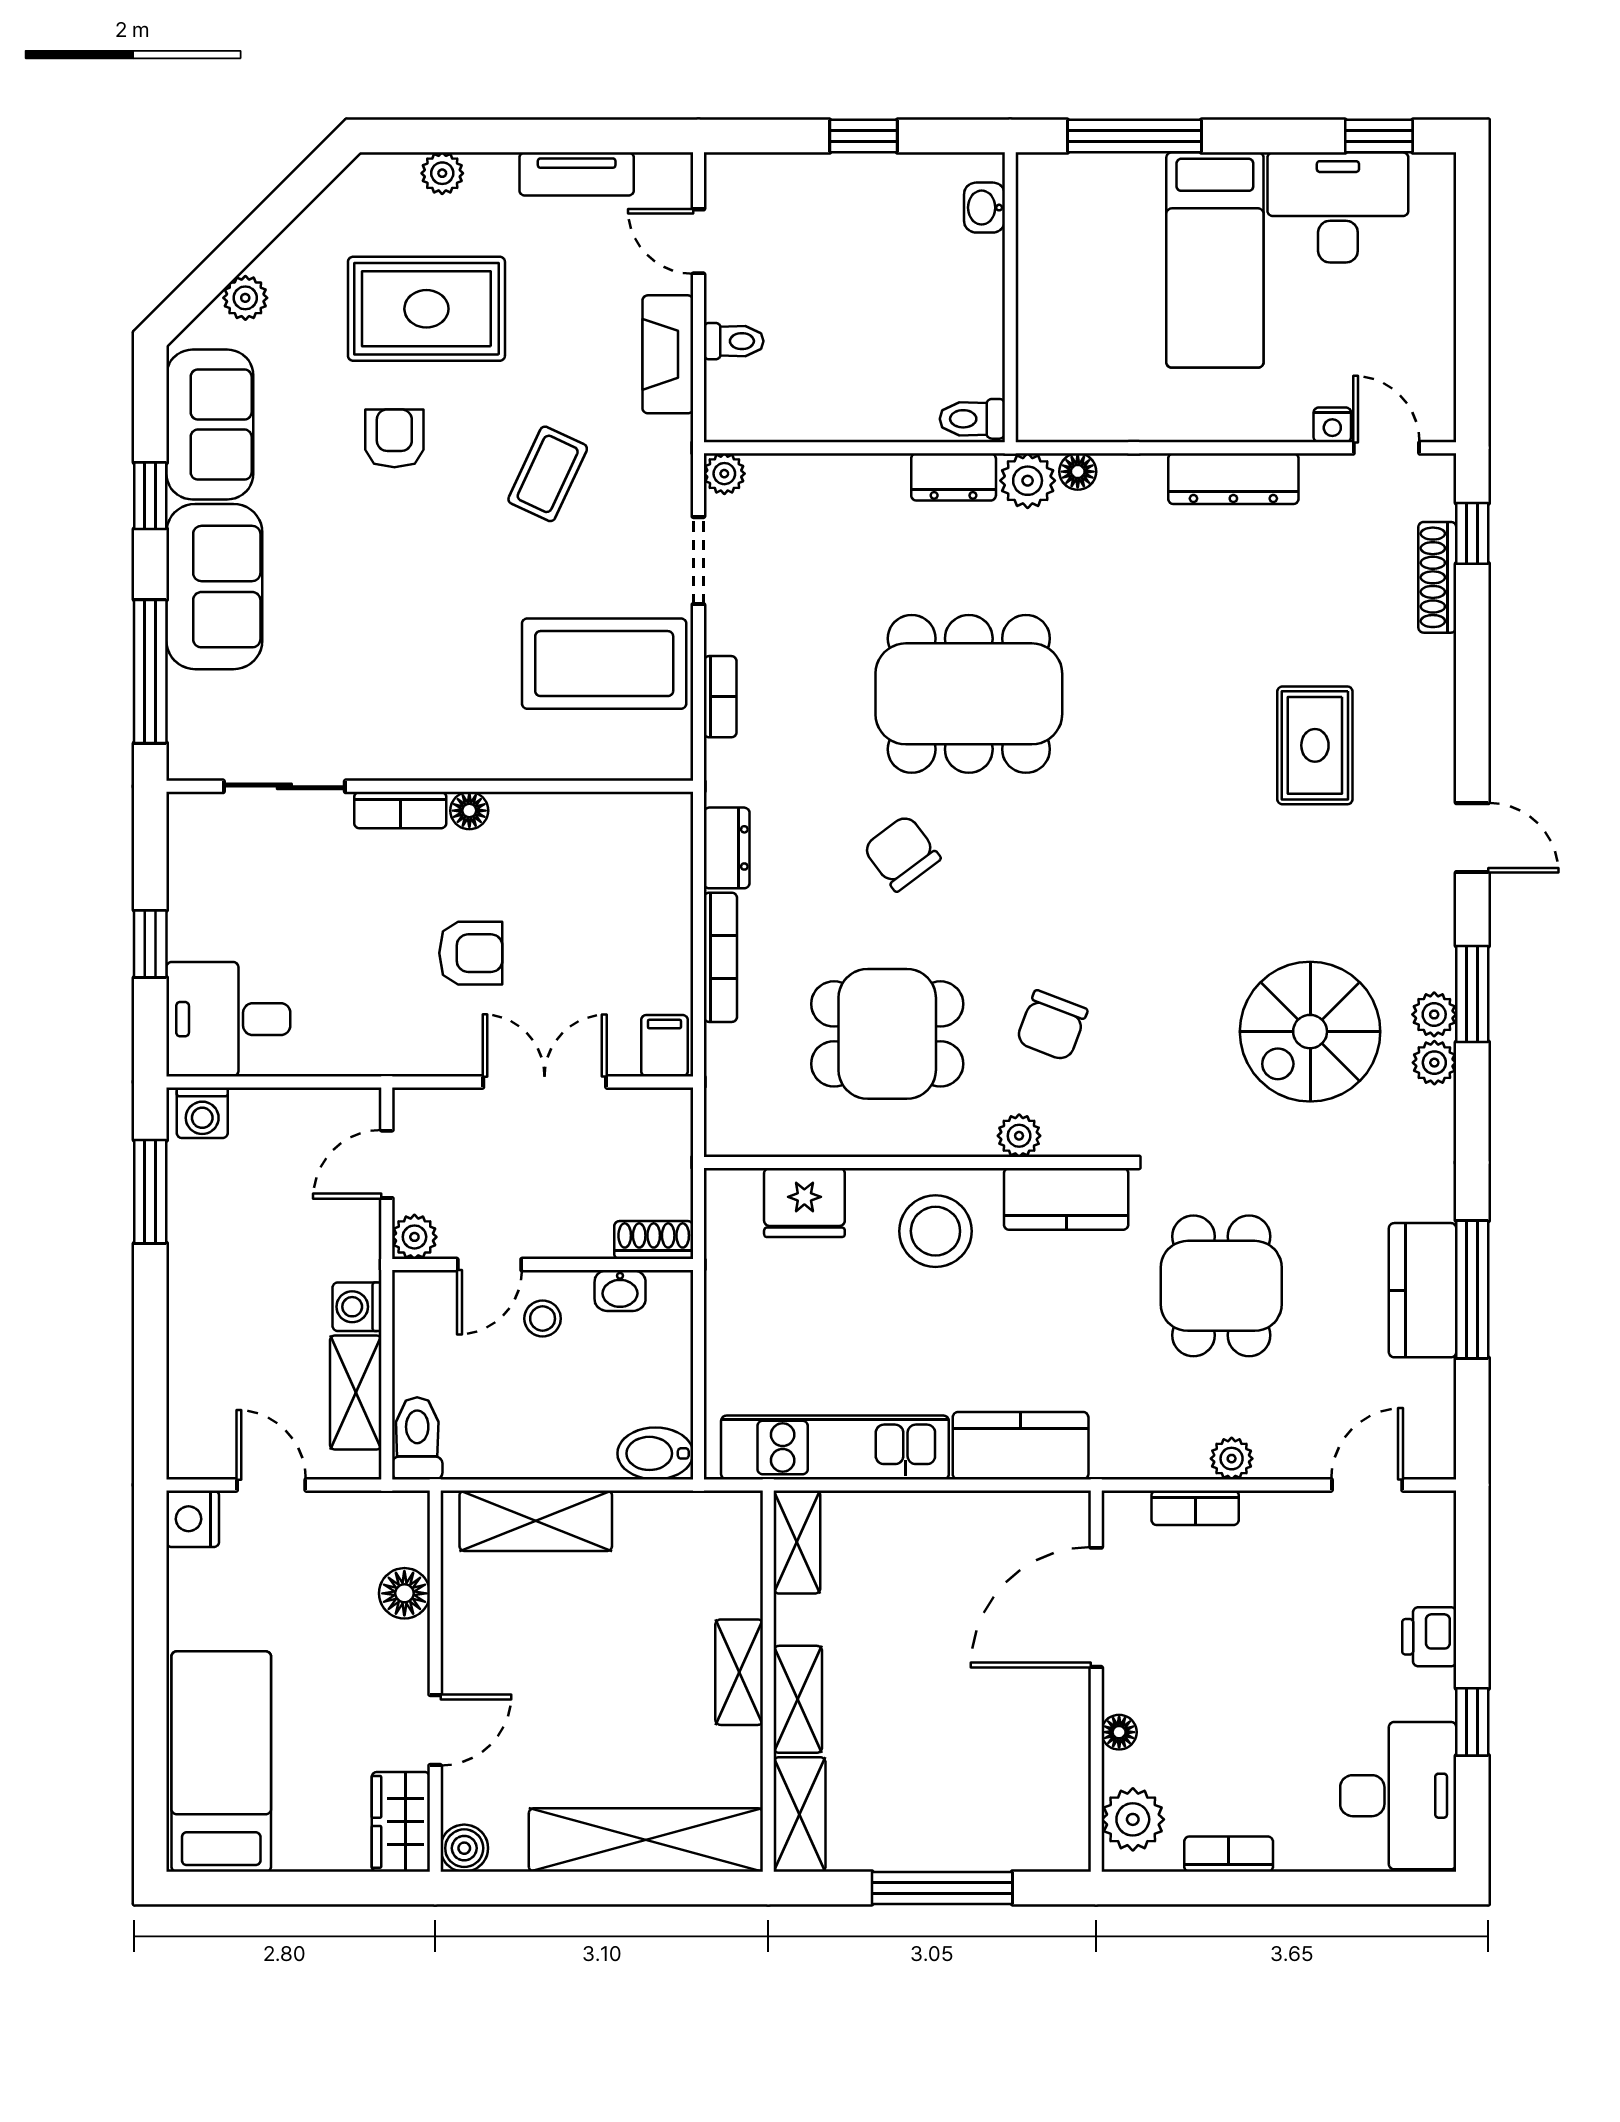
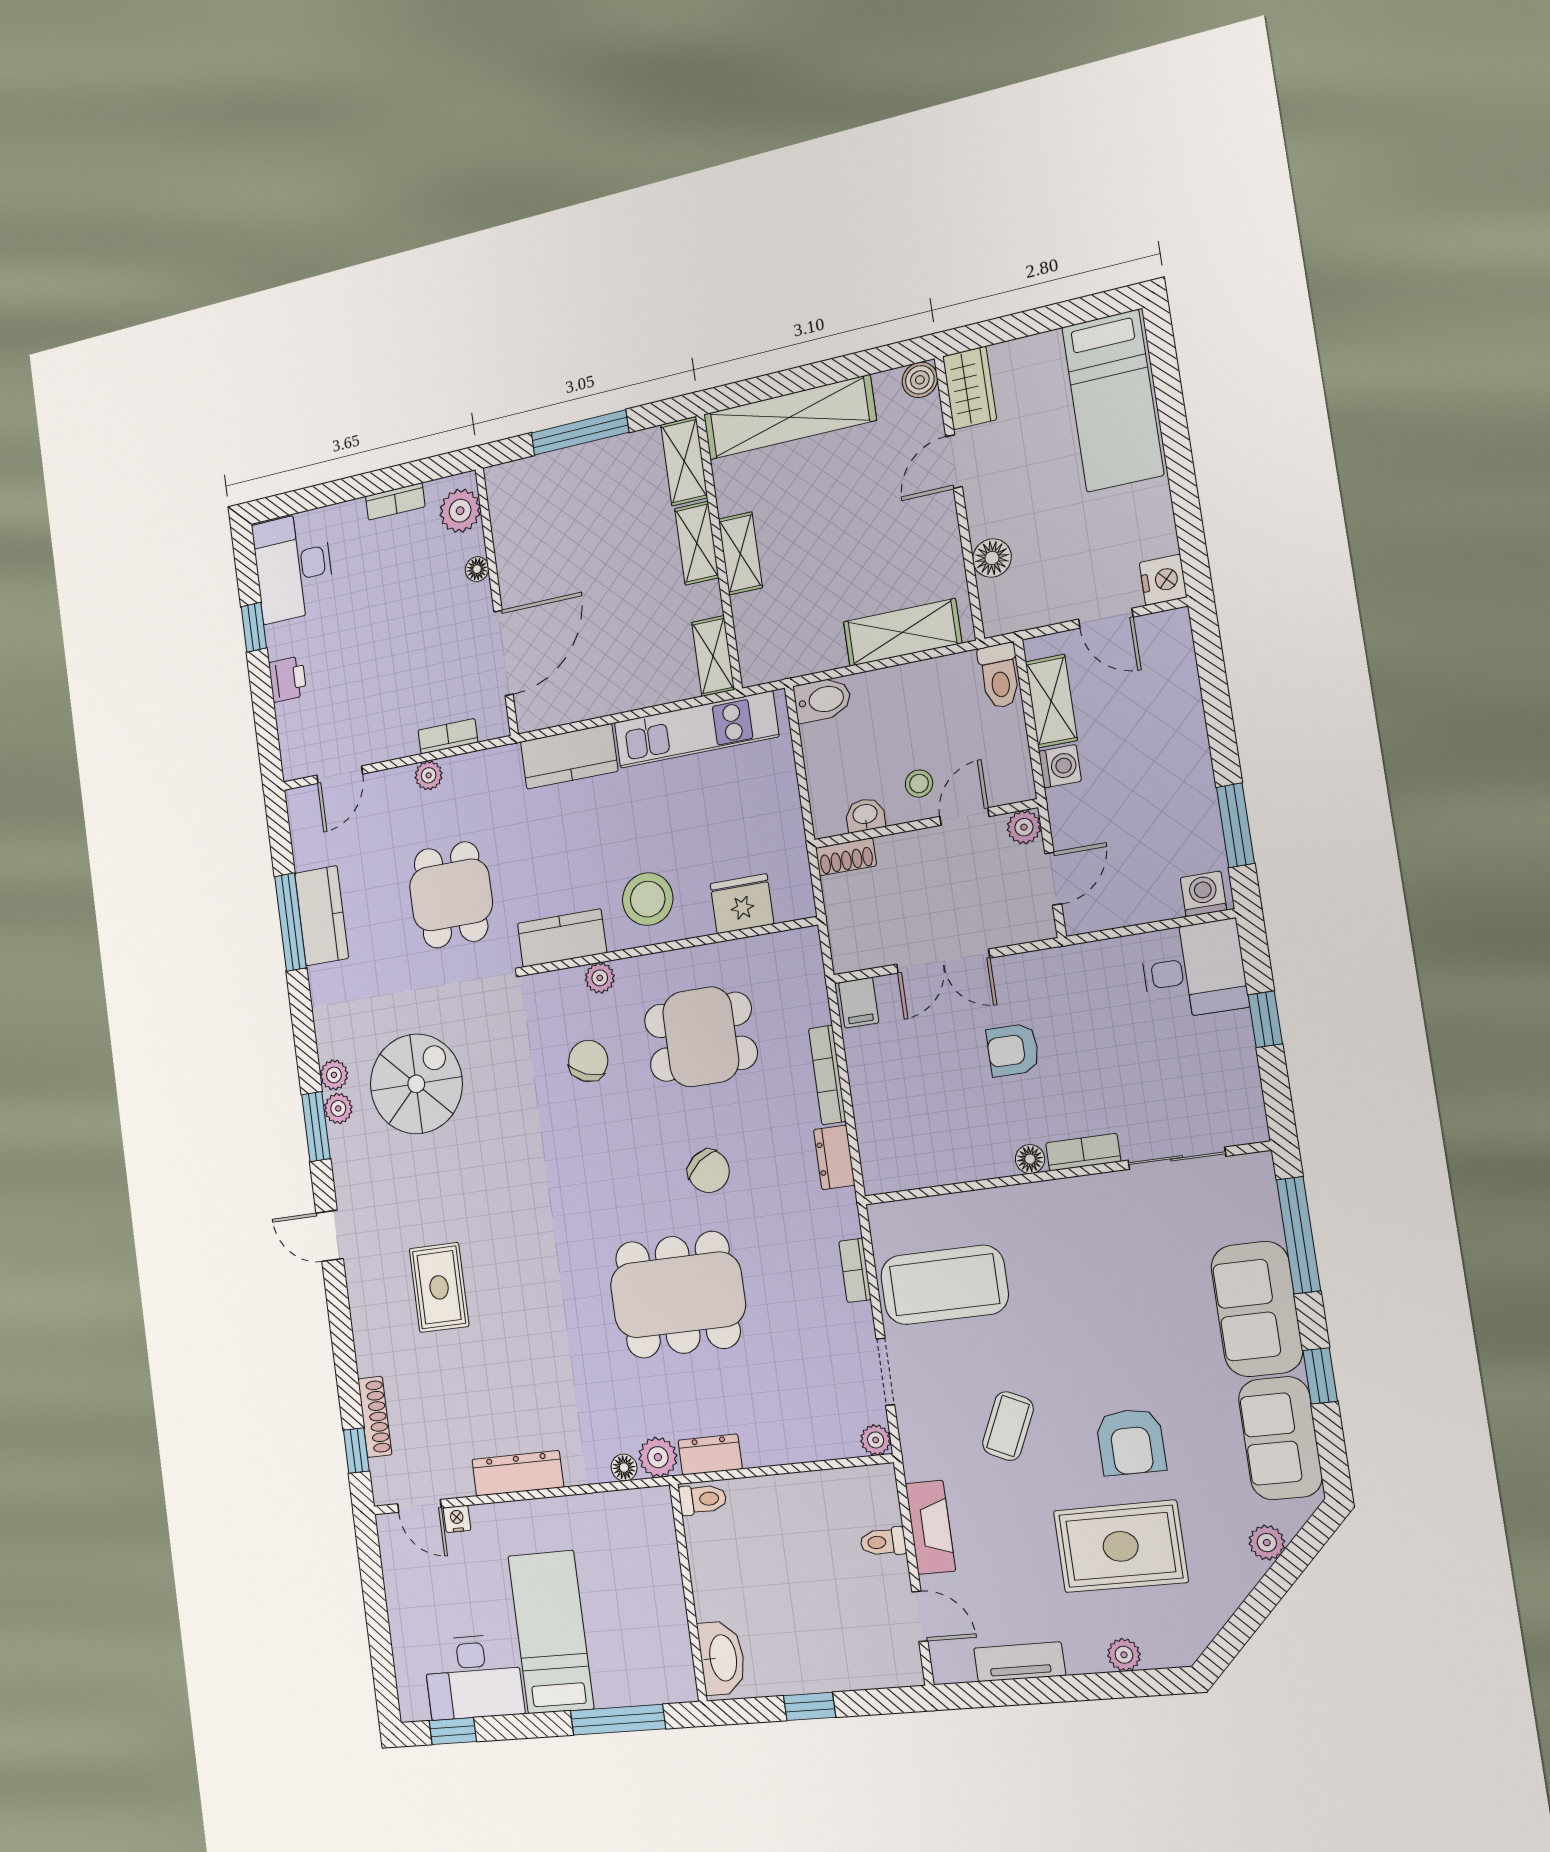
washbasin: (984, 208) -> (722, 1658), width x1.91, depth x1.45
armchair: (394, 438) -> (1131, 1442), width x1.38, depth x1.38

